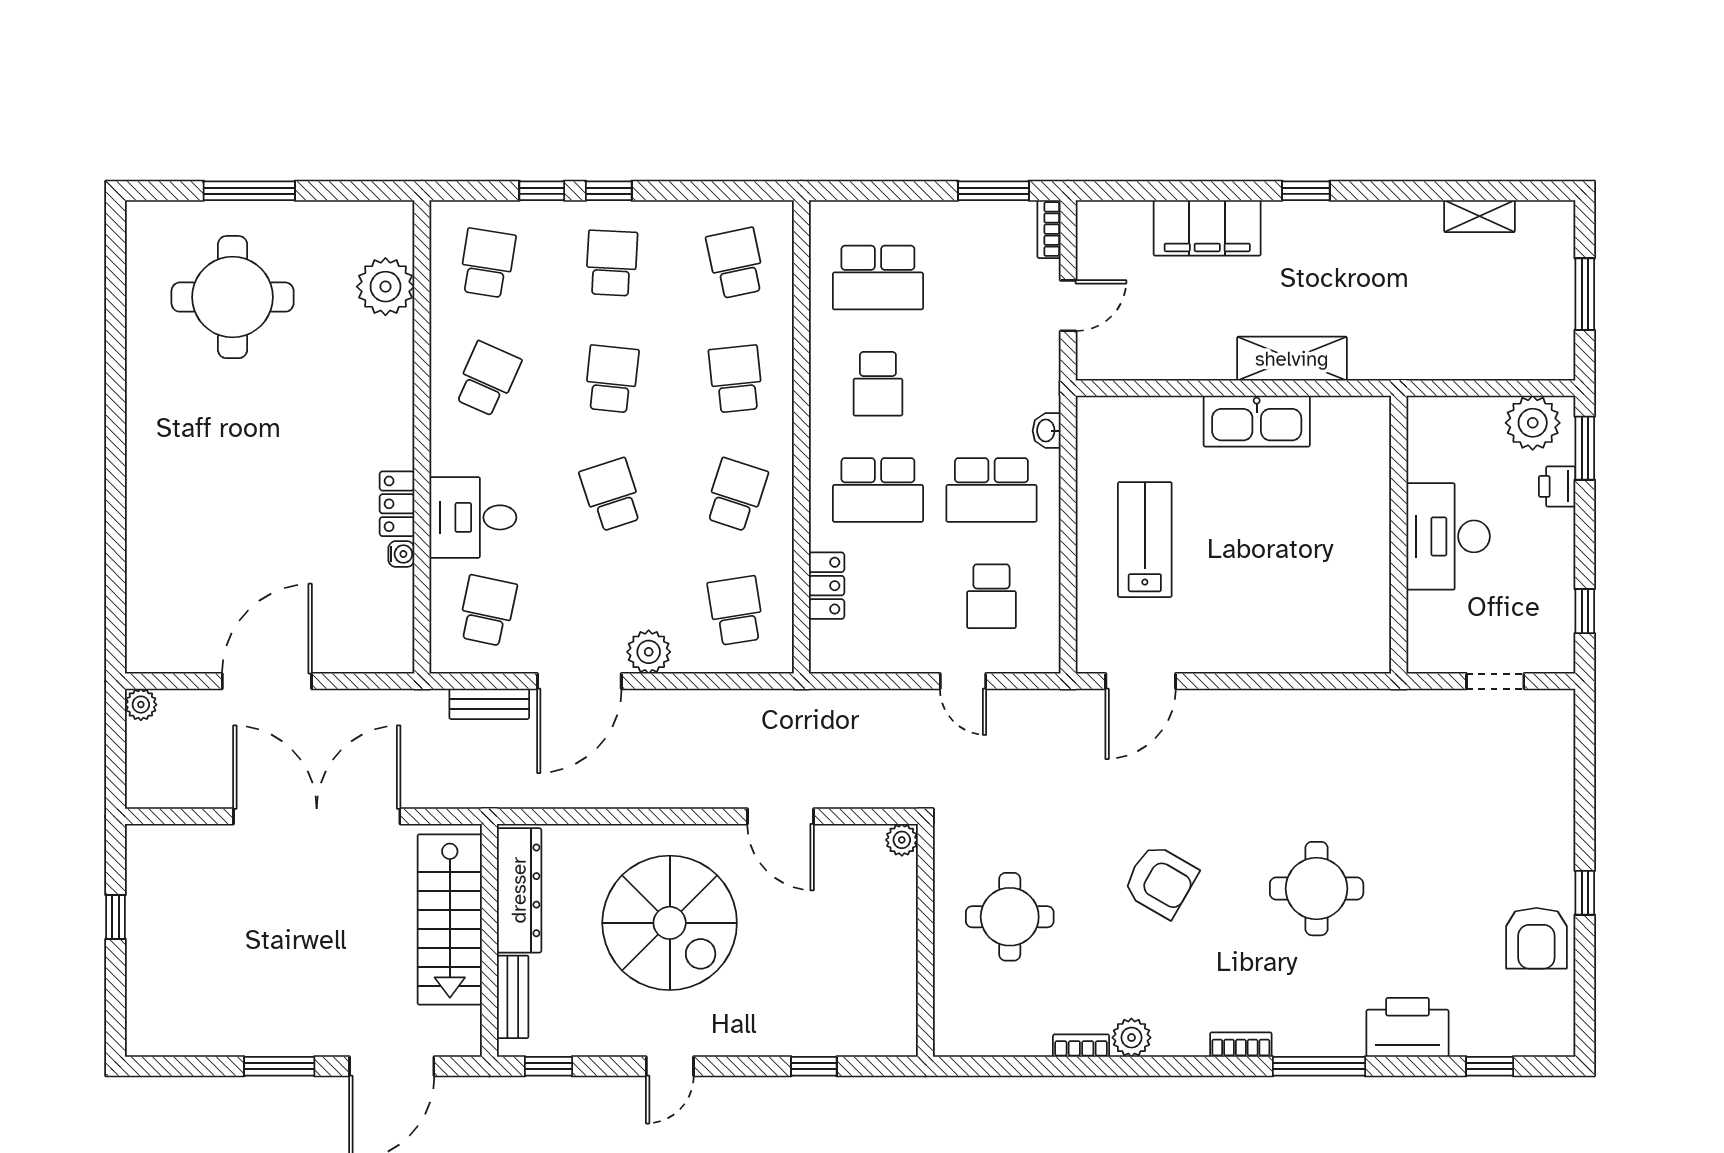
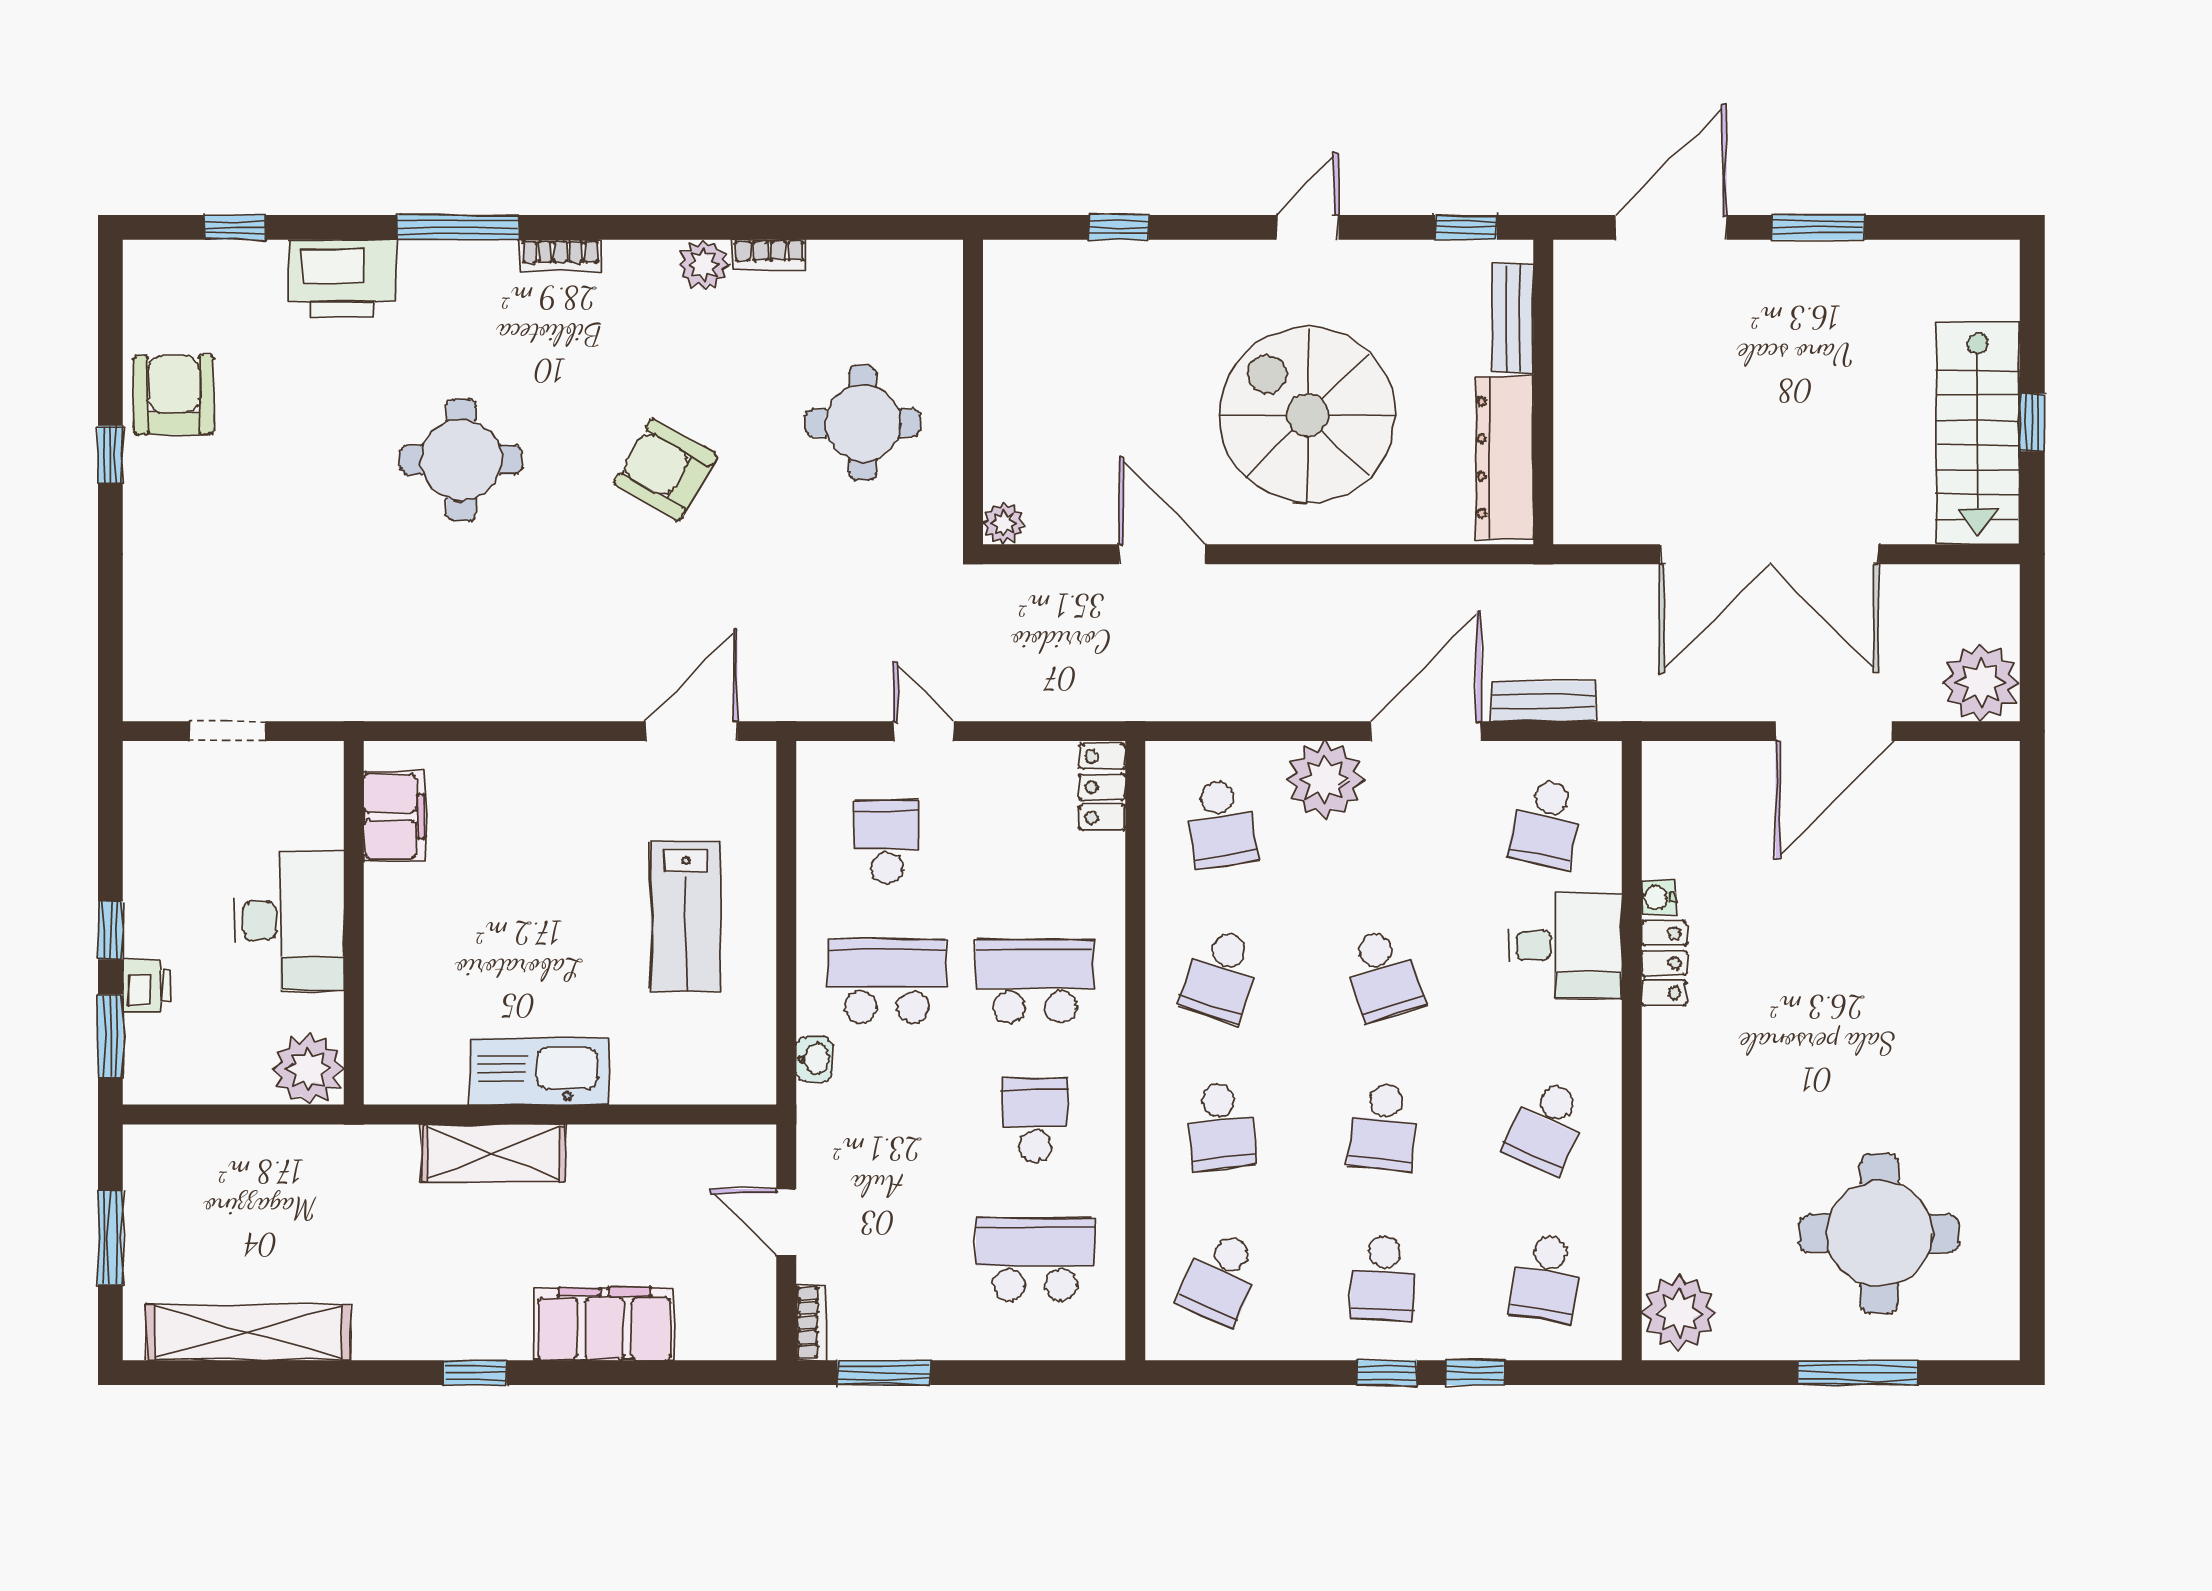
shelving: (1480, 216) -> (248, 1332), width x2.20, depth x1.33
school desk: (736, 263) -> (1221, 1278), turned 36
plant: (385, 287) -> (1679, 1313), moved
door: (1068, 306) -> (786, 1222), hinge flipped
plant: (1533, 423) -> (308, 1069), moved
locker: (827, 586) -> (1102, 787), moved
window: (1585, 611) -> (110, 930), moved
filing cabinet: (1368, 616) -> (394, 816), added
plant: (649, 652) -> (1325, 780), width x1.36, depth x1.36
plant: (141, 705) -> (1981, 682), width x1.87, depth x1.87
stairs: (450, 919) -> (1978, 433), moved, turned 180

